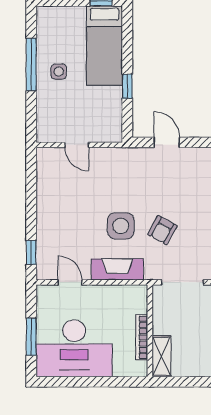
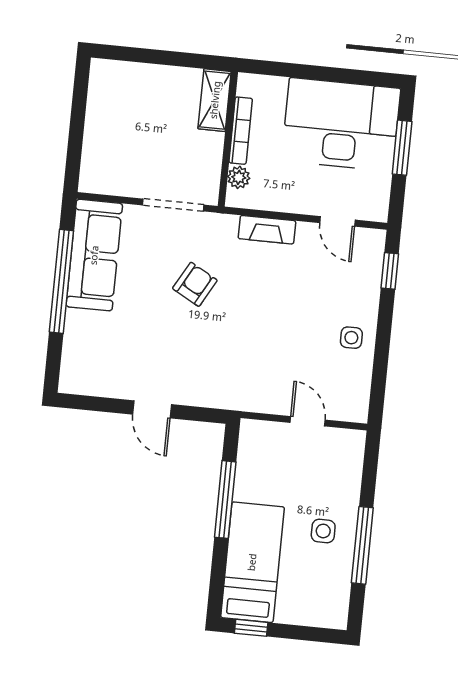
window: (127, 86) -> (225, 500), width x2.17
door: (167, 142) -> (152, 409), moved
side table: (121, 226) -> (351, 338), moved, width x0.54, depth x0.54
fireplace: (117, 269) -> (267, 230), width x0.73, depth x0.76
plant: (140, 306) -> (239, 177), added

